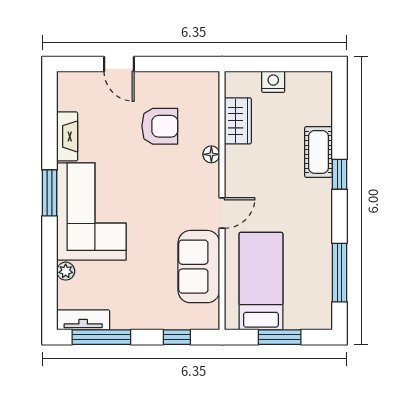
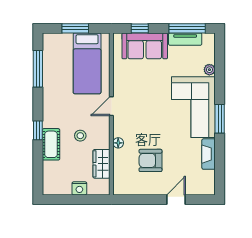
door: (119, 64) -> (176, 200), hinge flipped
stool: (272, 166) -> (80, 136), added
sofa: (199, 267) -> (145, 46), moved, turned 90
tv unit: (83, 320) -> (185, 39), moved

